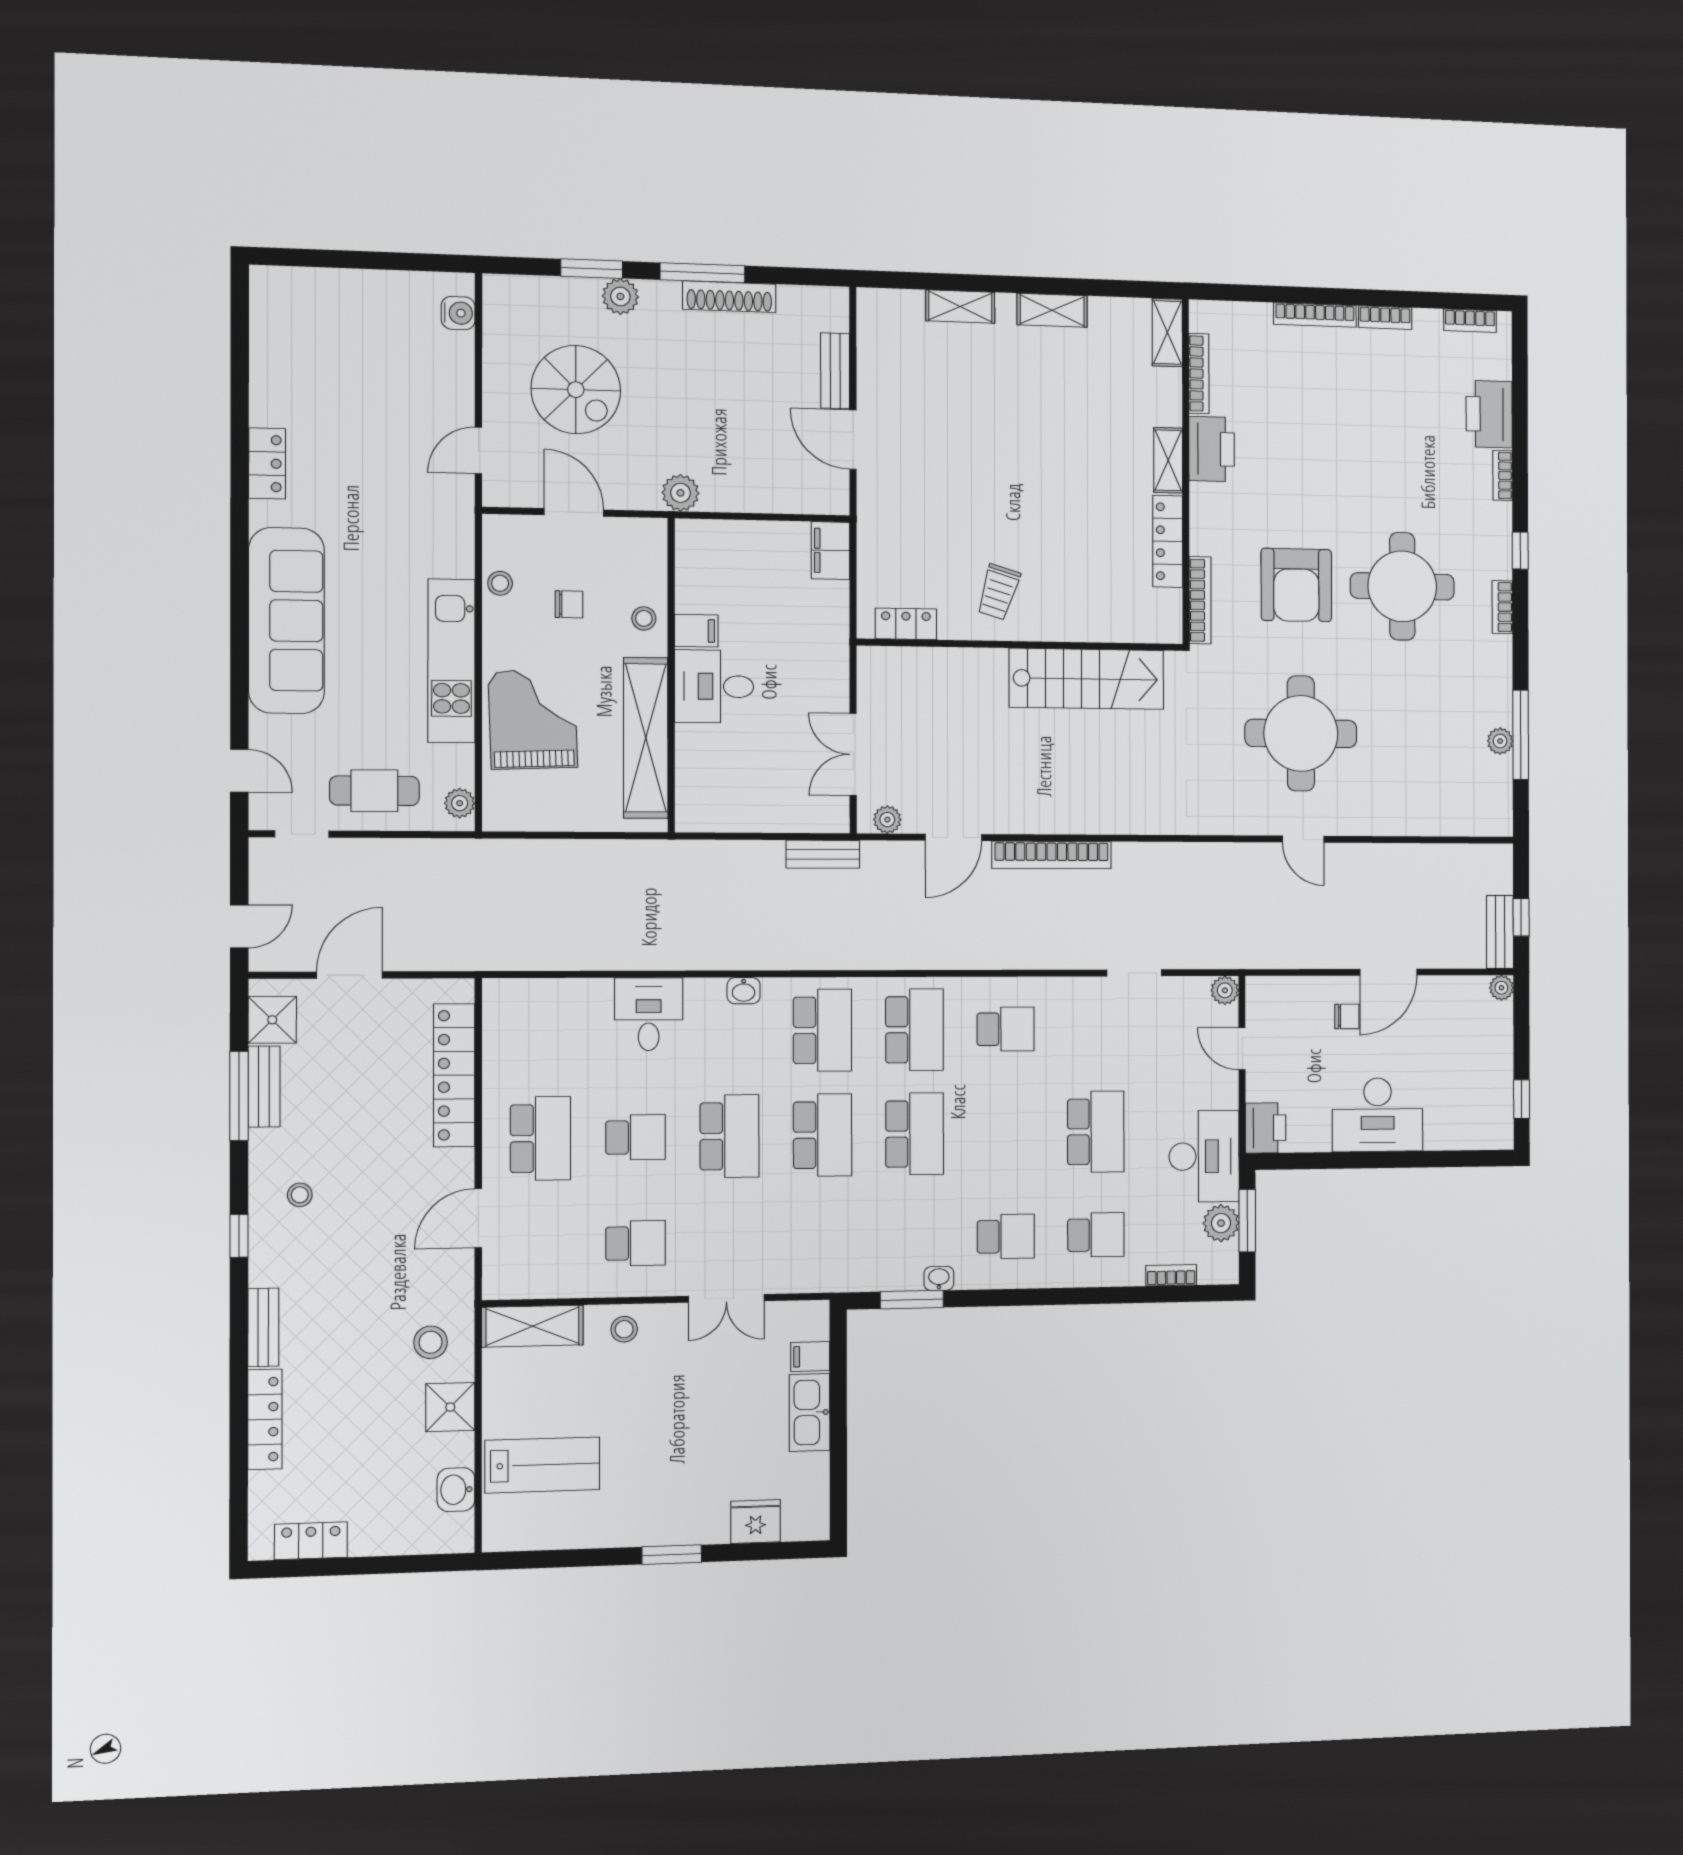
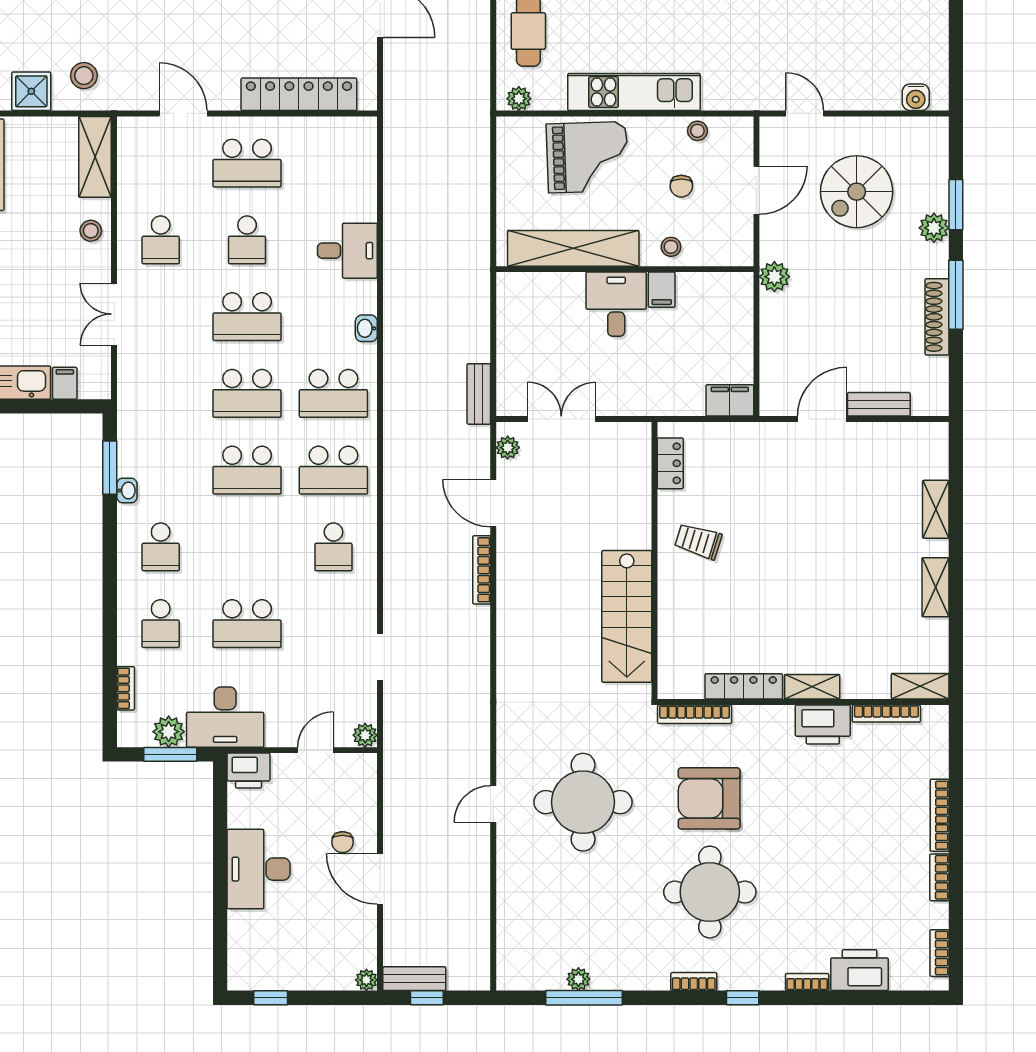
bookcase: (1052, 855) -> (482, 570), width x0.68, depth x0.76

